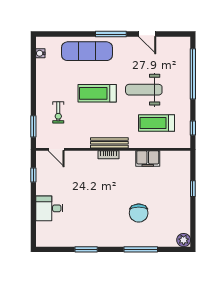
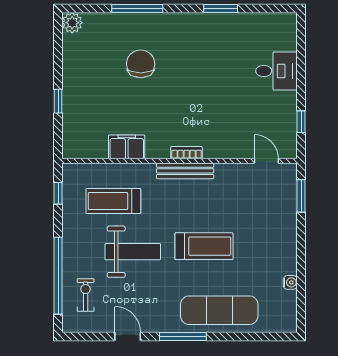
water cooler: (40, 53) -> (290, 282), moved
exercise bike: (58, 112) -> (86, 295), moved
treadmill: (157, 123) -> (113, 201), turned 180

